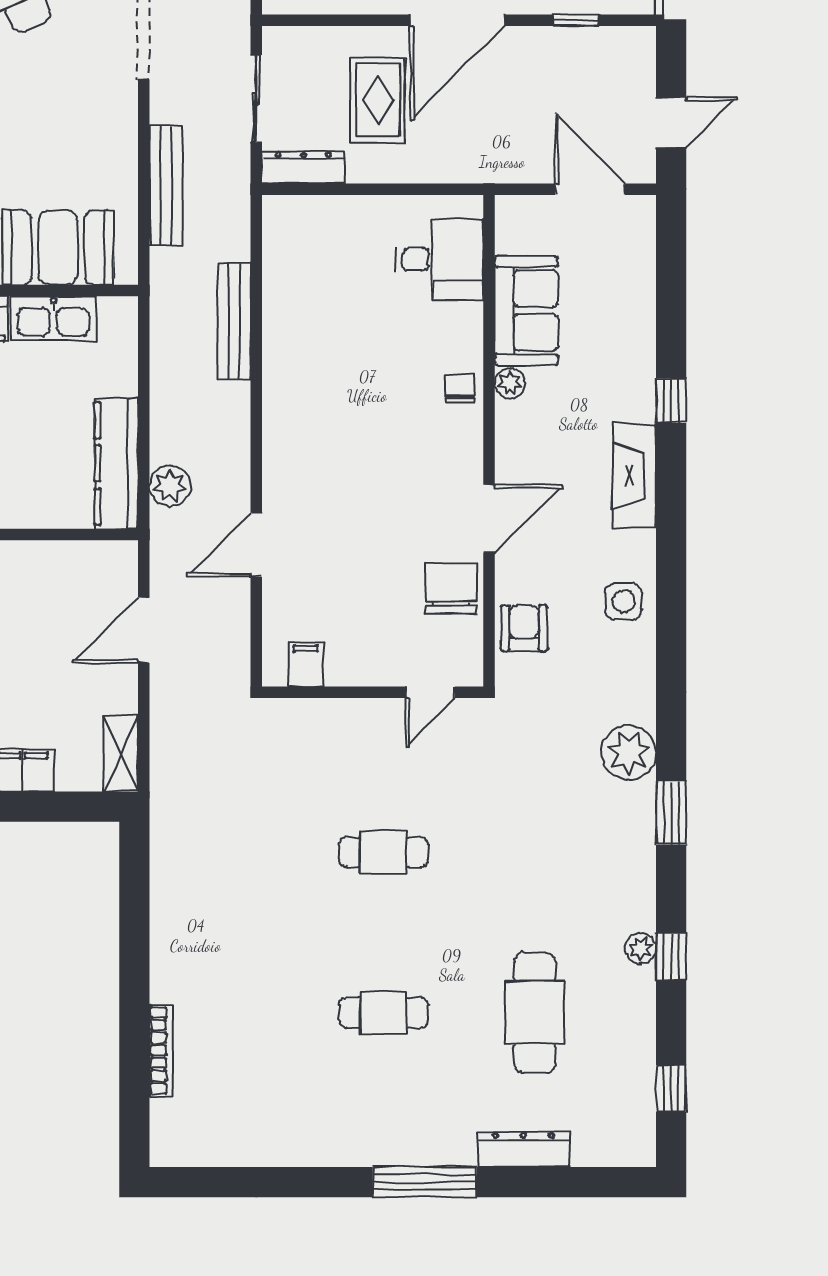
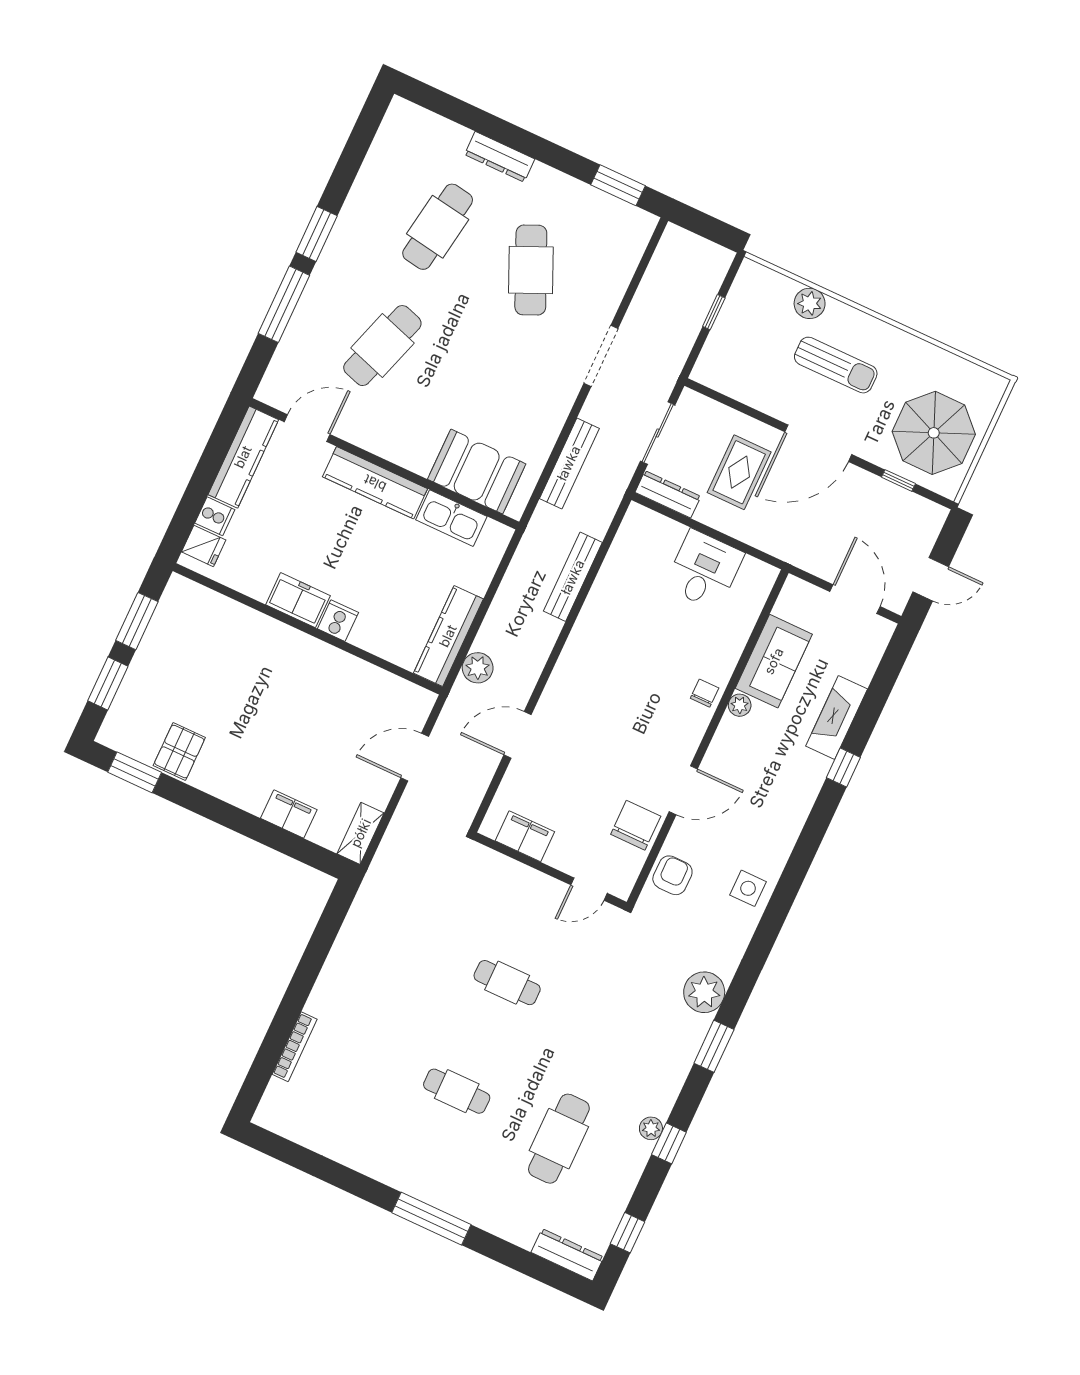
desk: (439, 259) -> (704, 570), moved, turned -90
fireplace: (635, 476) -> (837, 717), moved
filing cabinet: (306, 664) -> (525, 836), width x2.00
dresser: (524, 1149) -> (567, 1255), moved

